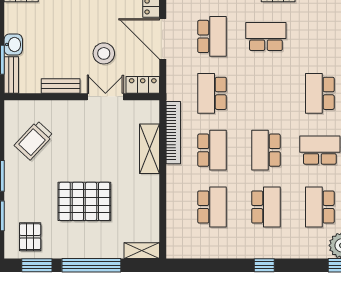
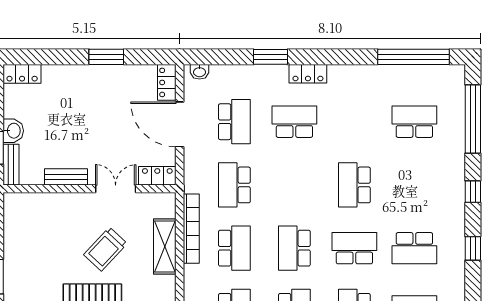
stool: (104, 53) -> (114, 141), removed
trolley: (34, 140) -> (105, 249), moved

